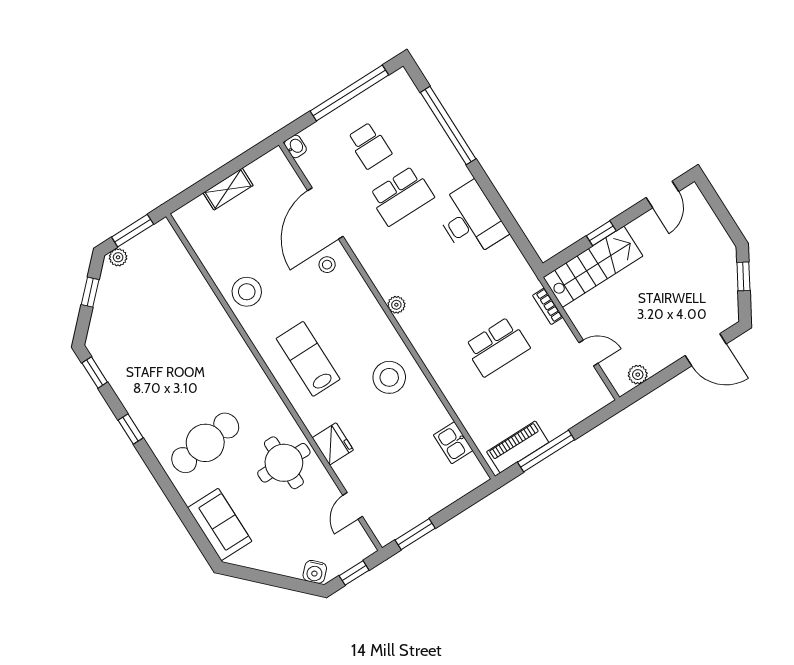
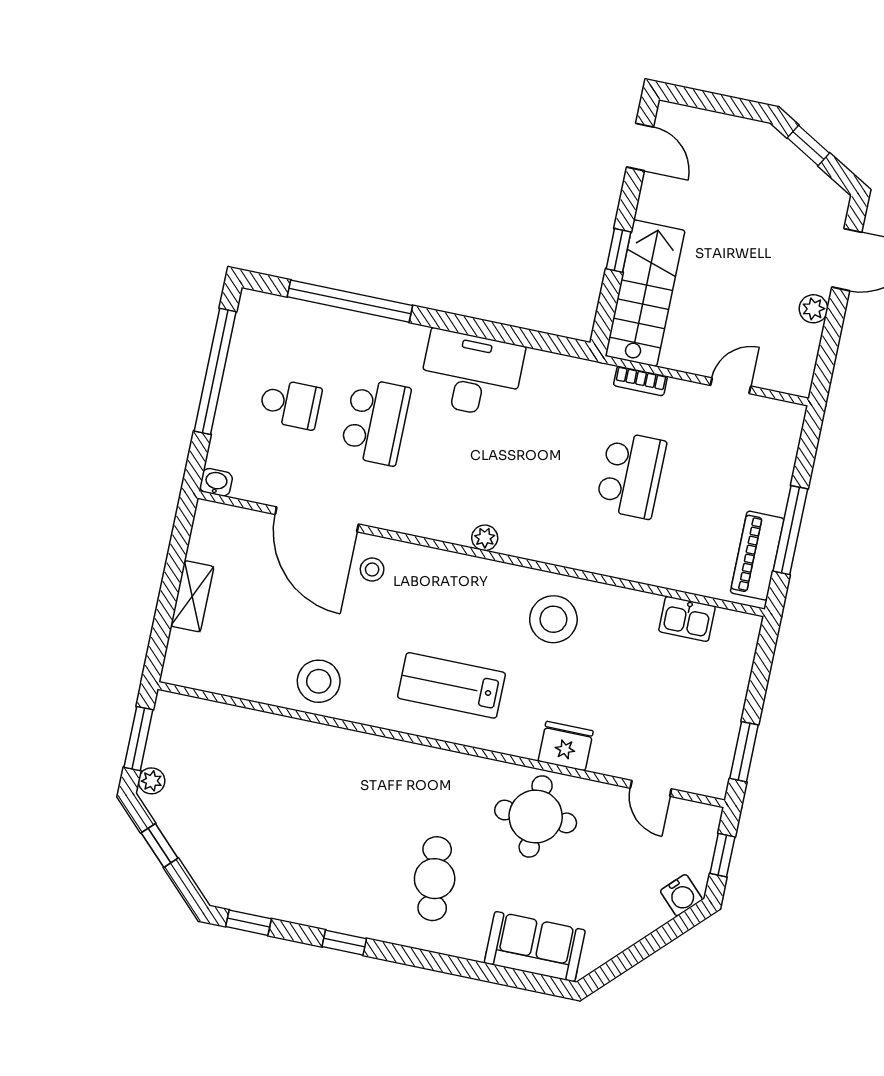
plant: (638, 375) -> (813, 309), moved
cafe table: (205, 443) -> (435, 879), width x0.73, depth x0.74

